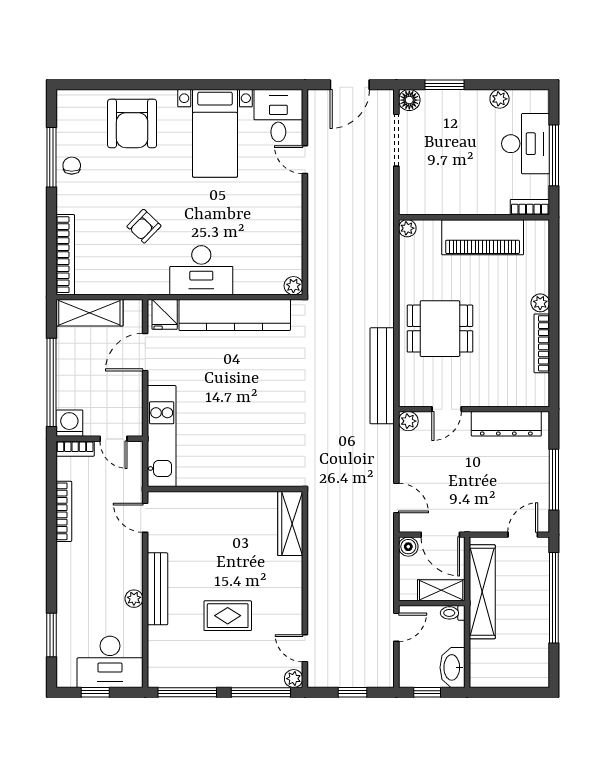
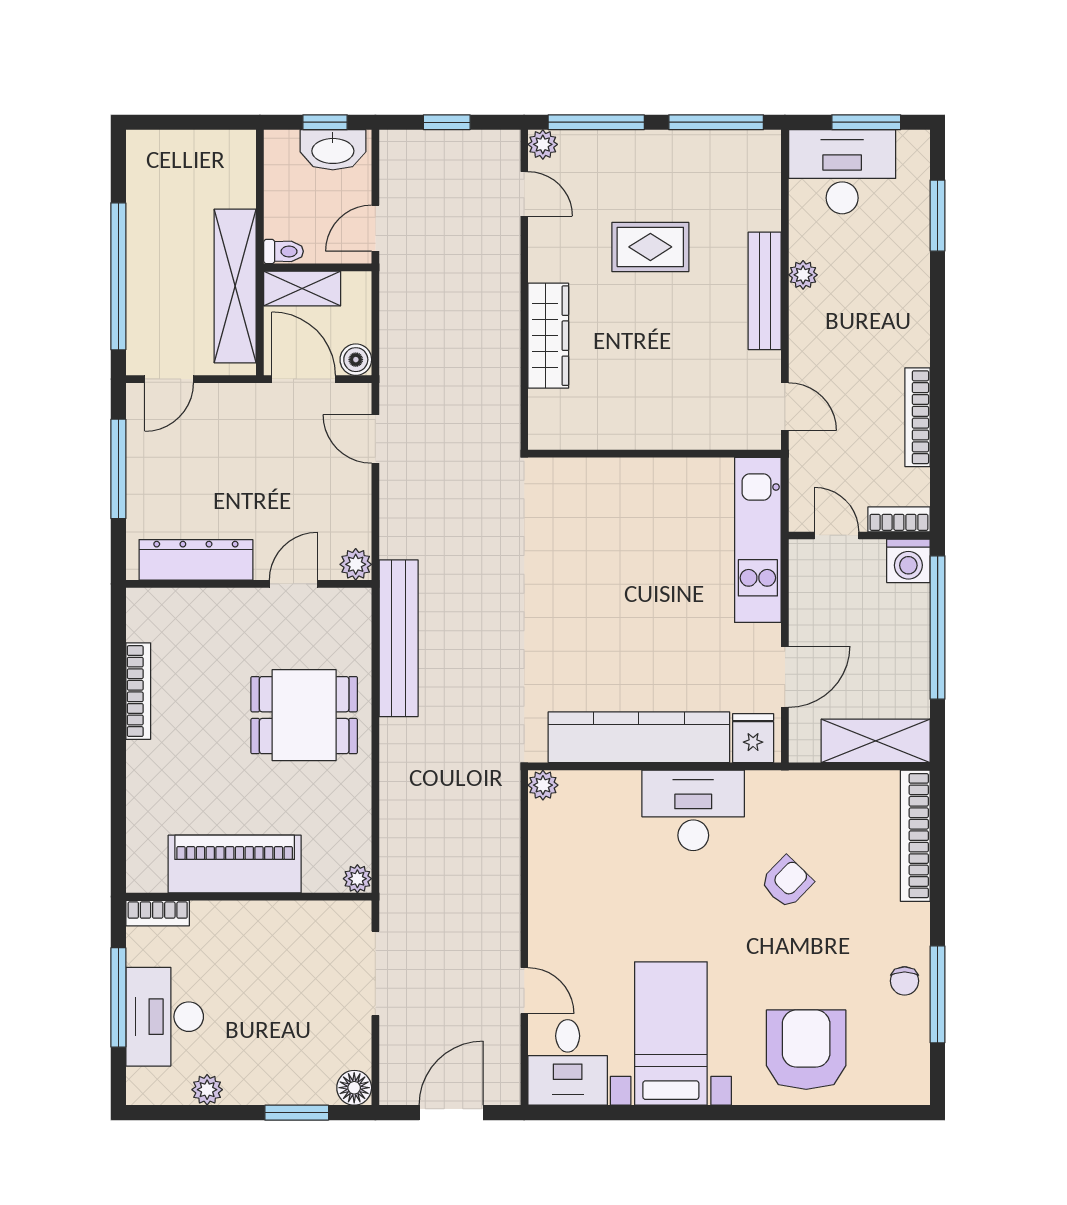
doorway: (396, 140) -> (375, 973), moved
plant: (540, 303) -> (141, 757), removed
wardrobe: (290, 524) -> (548, 336), moved
washbasin: (452, 667) -> (333, 150), moved, turned 90
window: (95, 692) -> (866, 122), width x1.50

